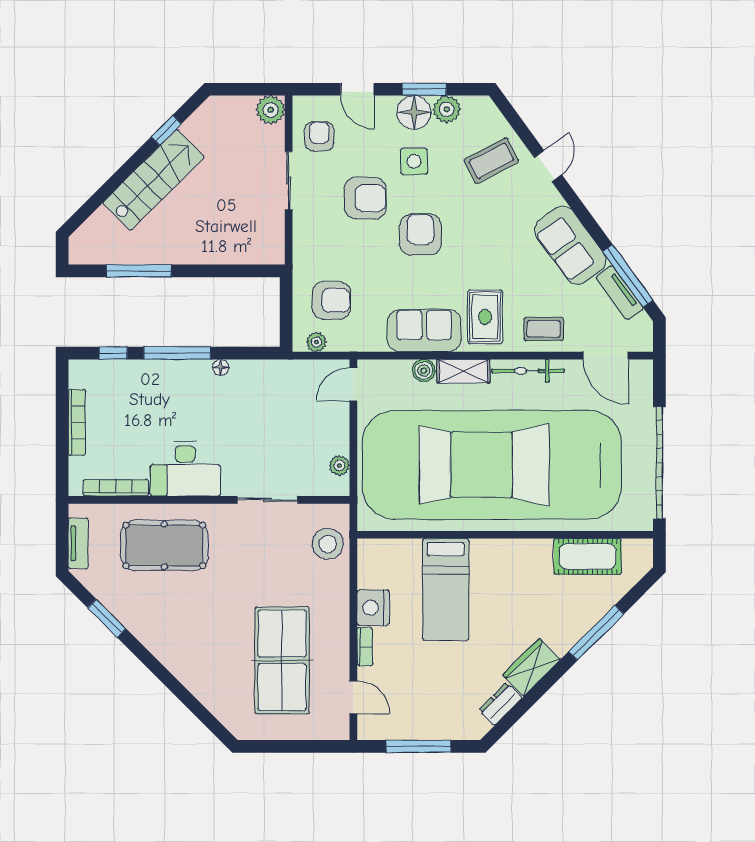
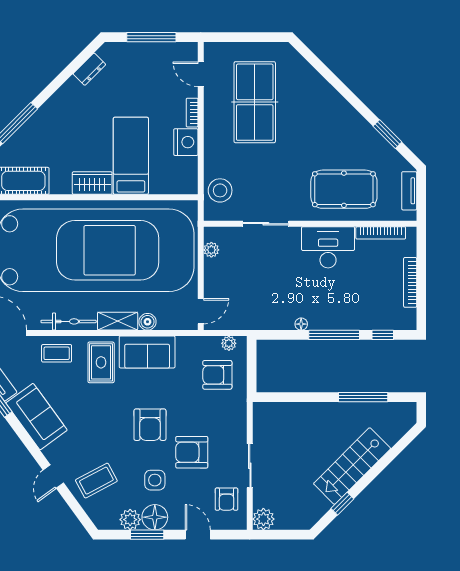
wardrobe: (532, 667) -> (92, 183), moved, turned -135

